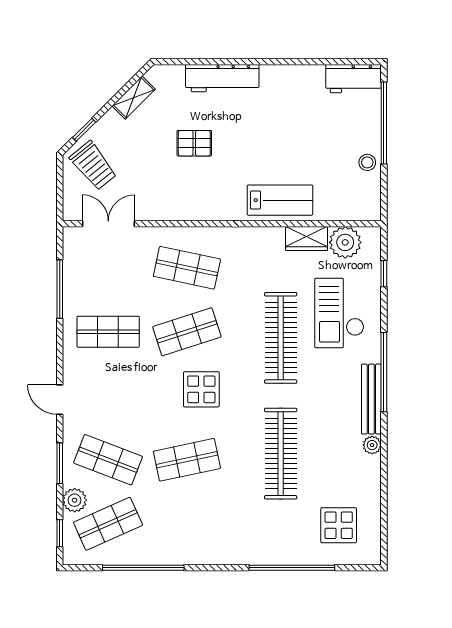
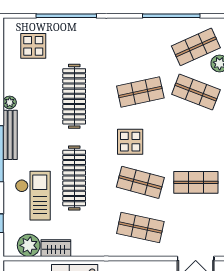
shop shelf: (187, 332) -> (140, 182), turned 33

